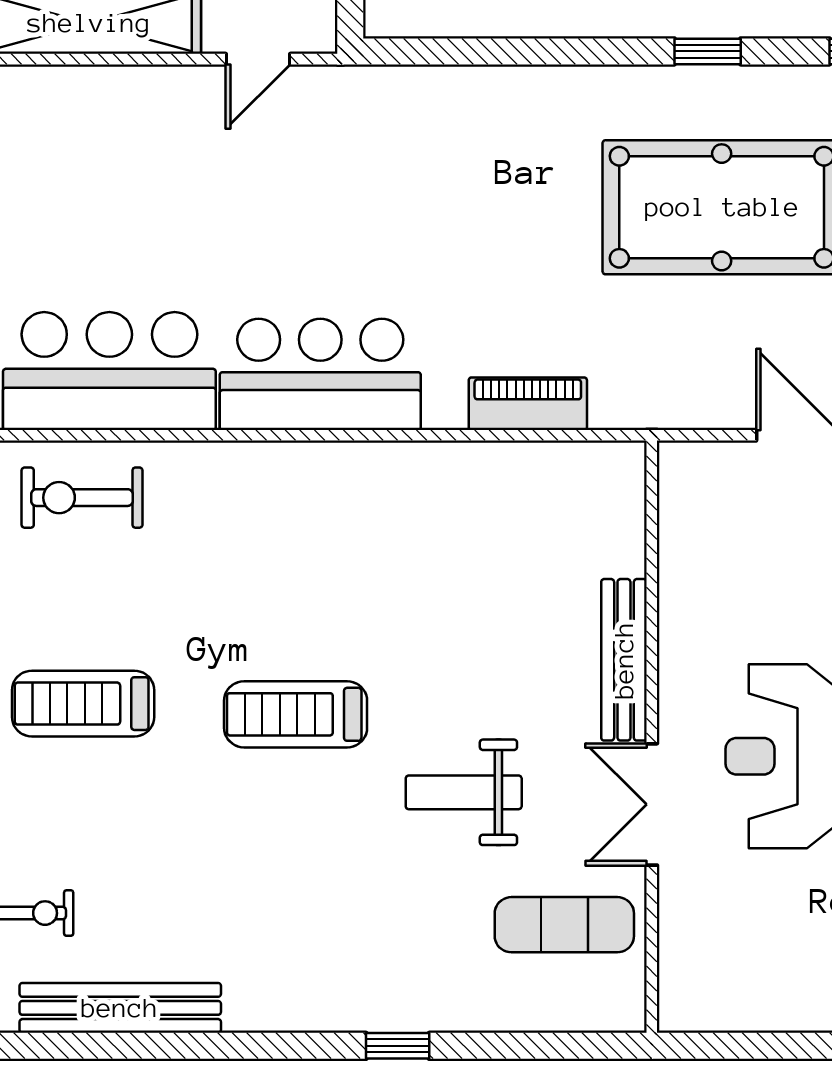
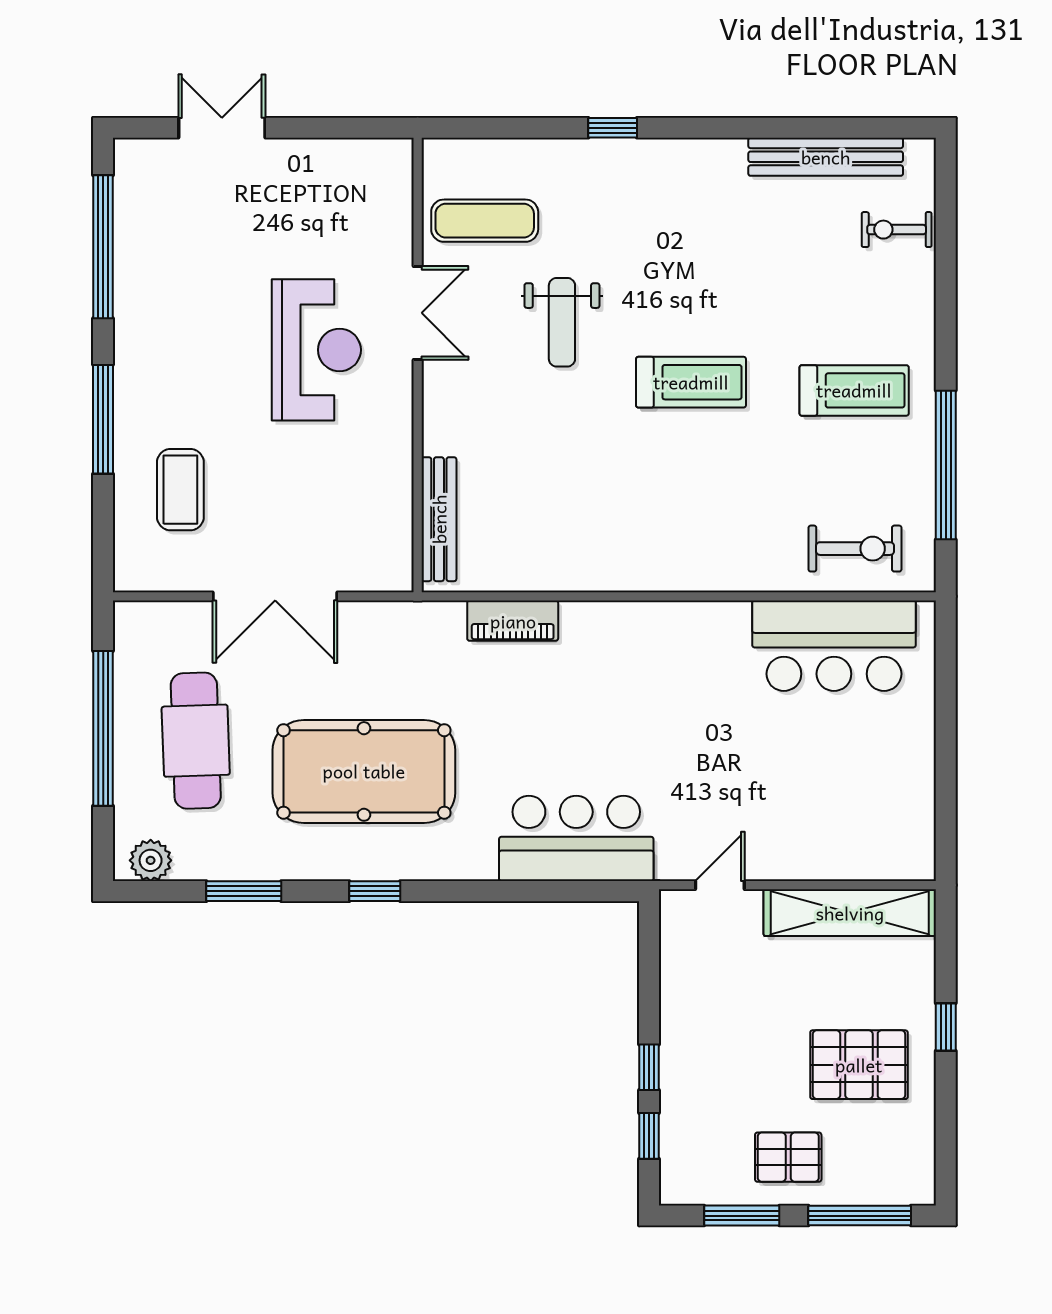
bar counter: (320, 374) -> (576, 838), moved, turned 180
bench: (624, 660) -> (439, 519), moved
weight bench: (464, 792) -> (562, 322), turned 90

